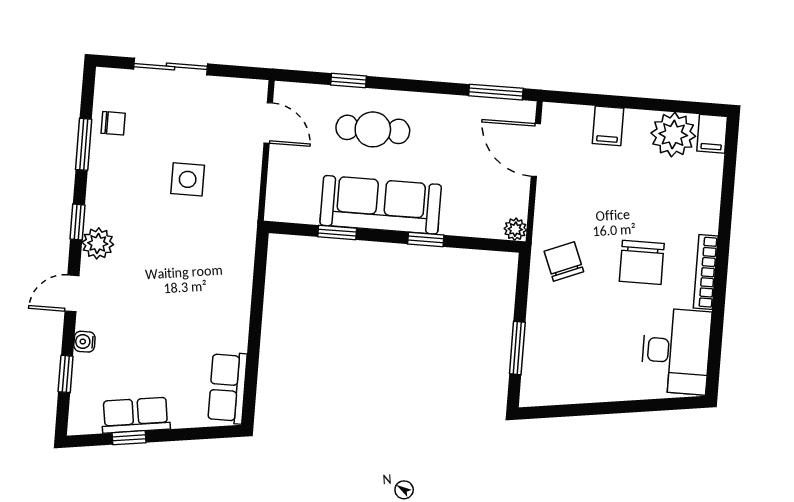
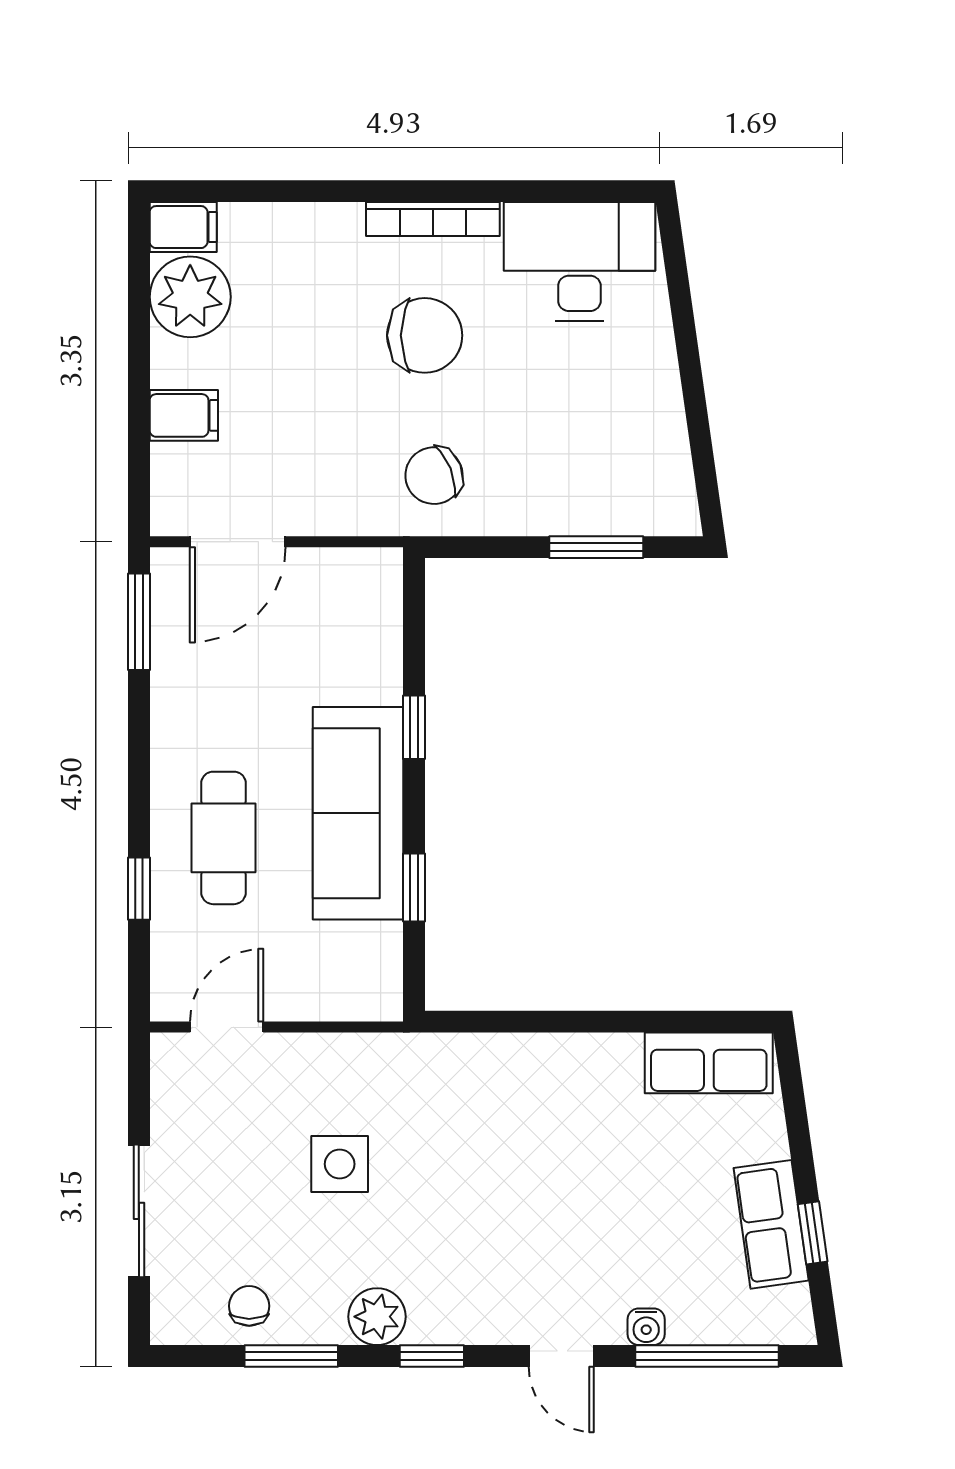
plant: (515, 229) -> (383, 567), removed
plant: (98, 243) -> (377, 1317), moved
window: (66, 374) -> (707, 1356), width x2.17

